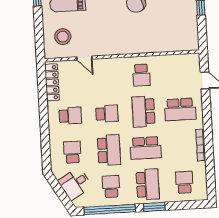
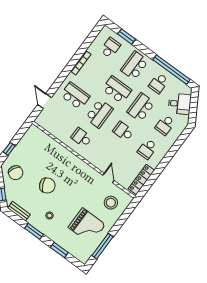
school desk: (141, 75) -> (81, 137), turned -90
school desk: (70, 116) -> (147, 149), turned -90
school desk: (184, 182) -> (110, 48), turned 180
window: (154, 207) -> (127, 37), moved

